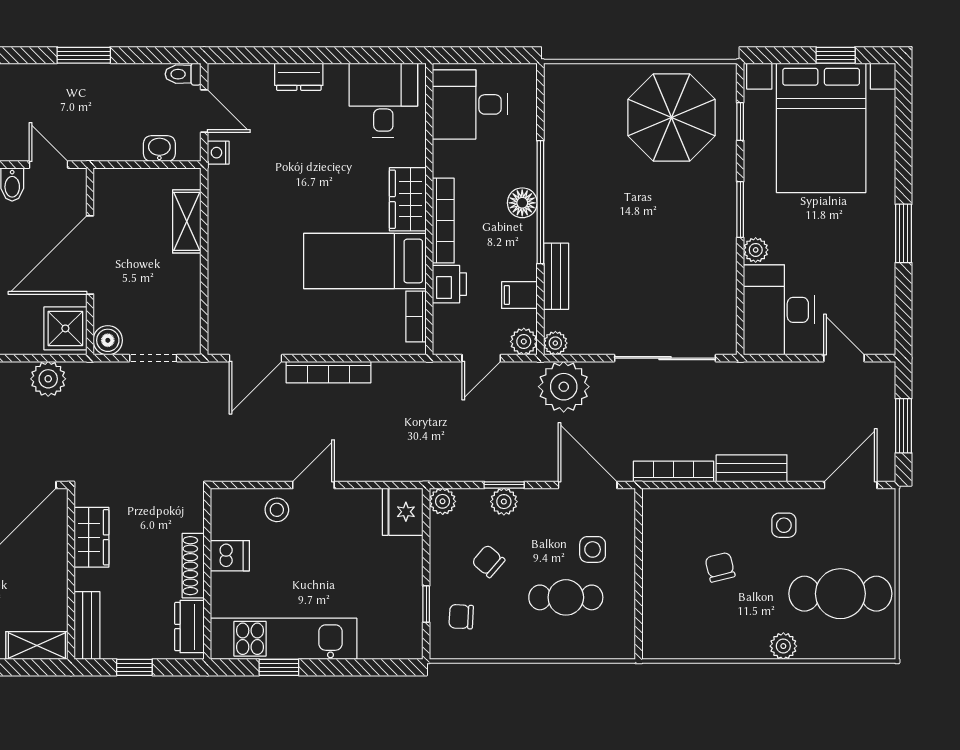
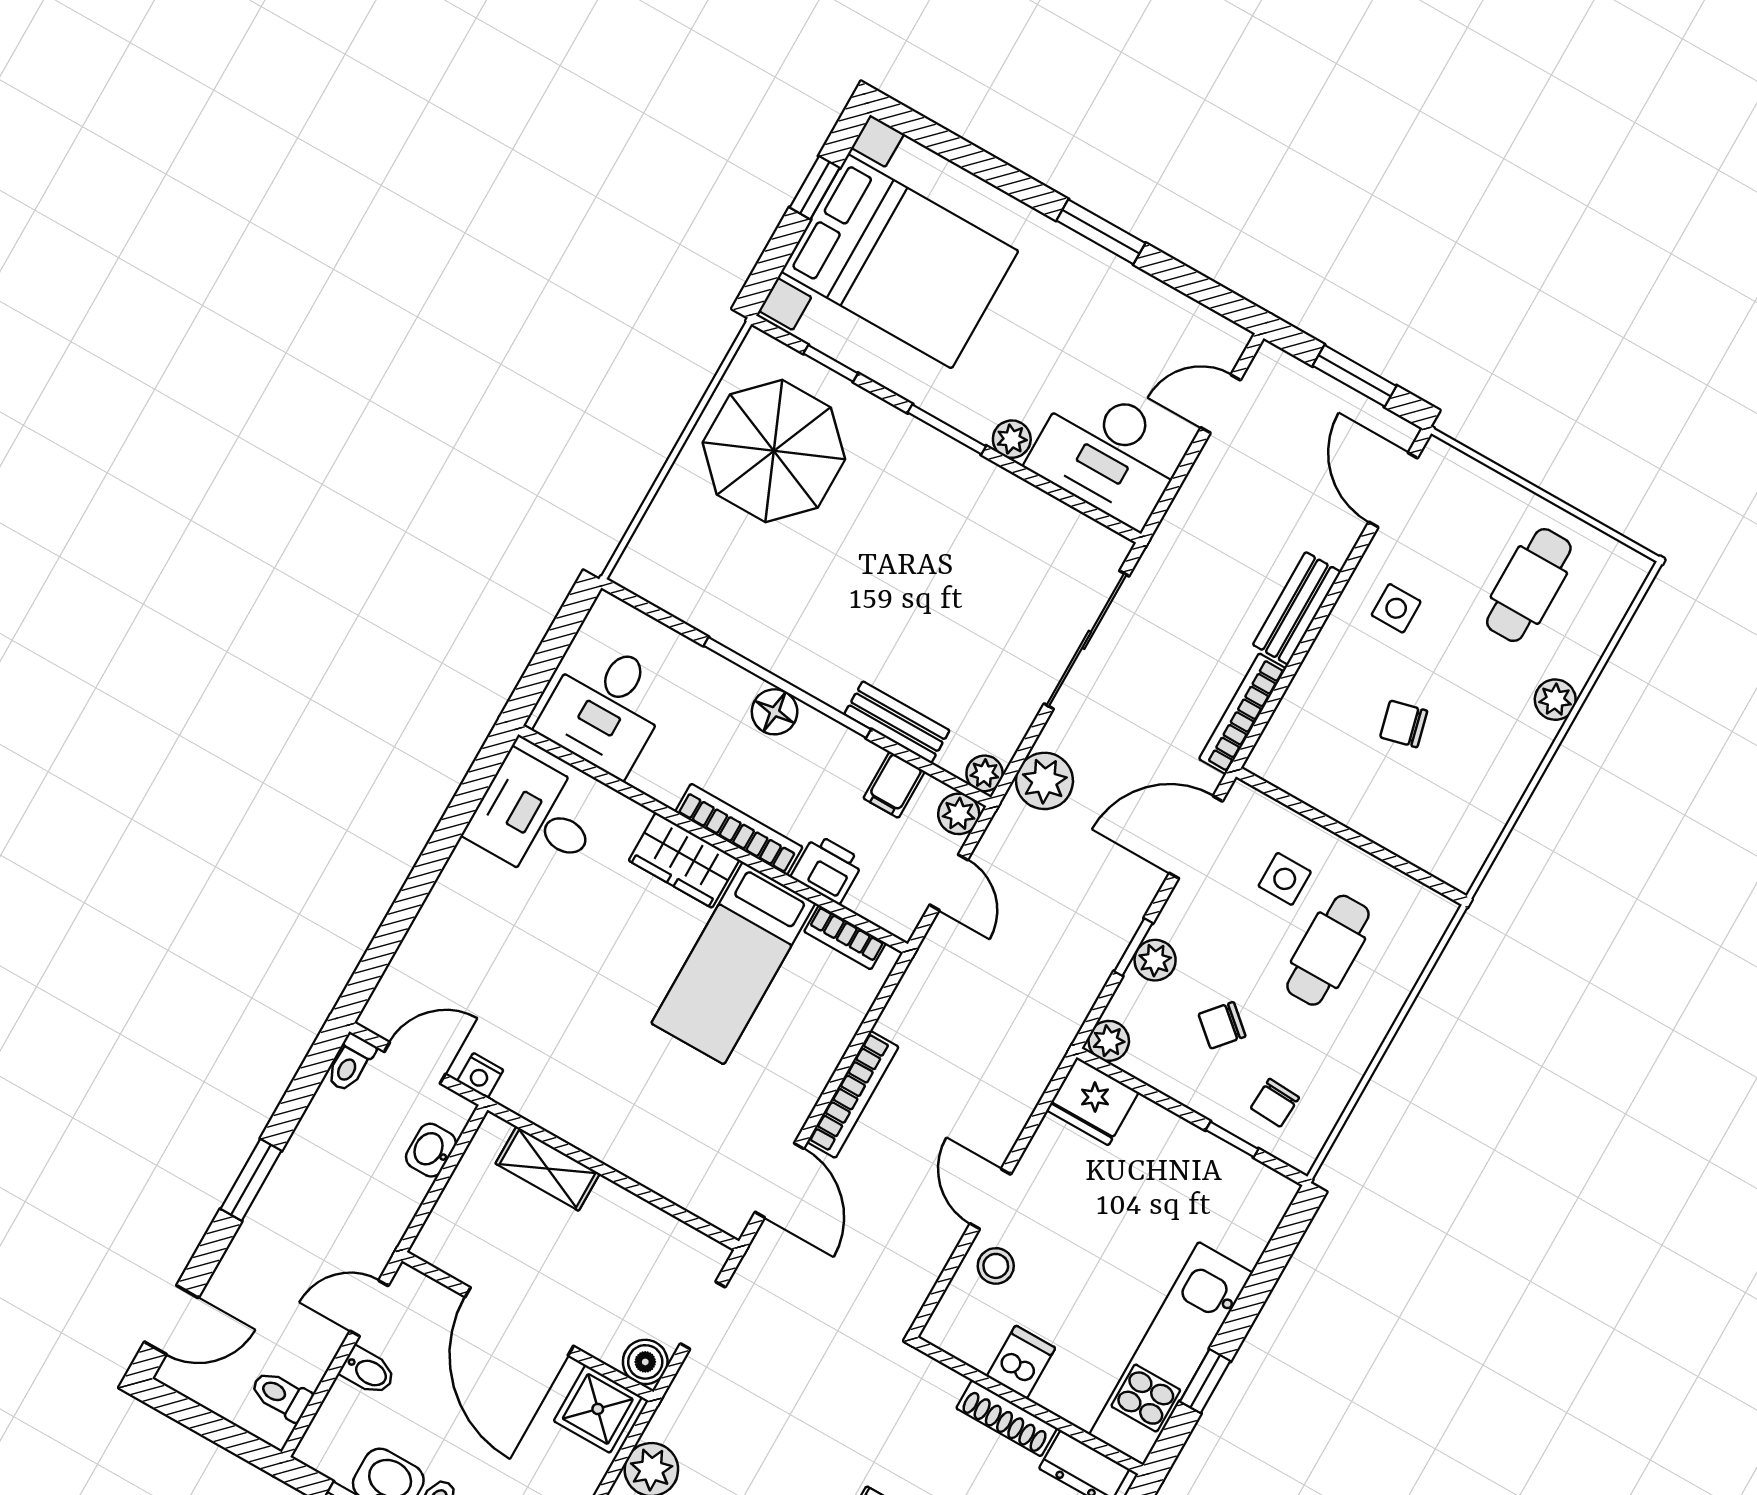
dresser: (299, 77) -> (441, 912), removed
plant: (564, 387) -> (1044, 781), width x0.73, depth x0.73
cafe table: (840, 594) -> (1529, 585), width x0.73, depth x0.74

